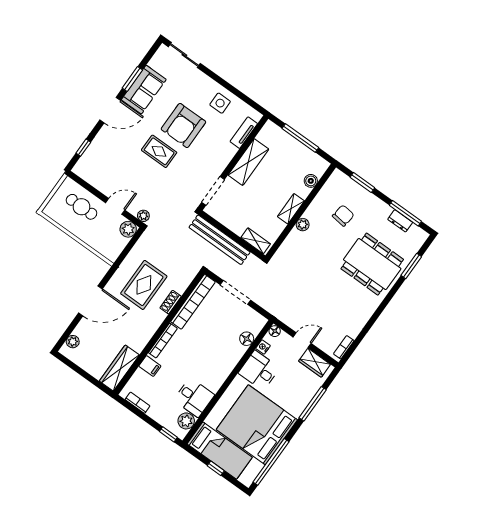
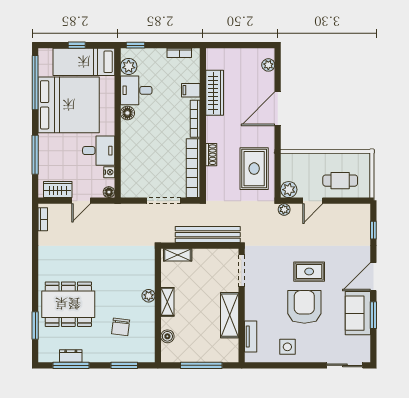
rug: (144, 285) -> (254, 169), moved
floor lamp: (247, 339) -> (127, 113), moved
wardrobe: (119, 368) -> (215, 93), moved

